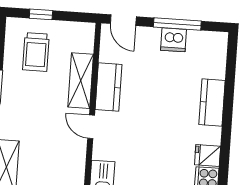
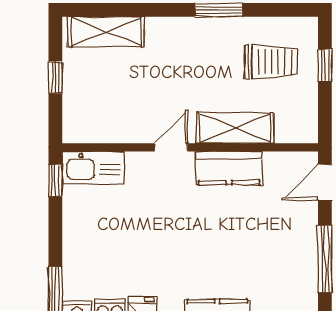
dishwasher: (174, 40) -> (302, 255), removed
trolley: (36, 52) -> (271, 62), turned 180

